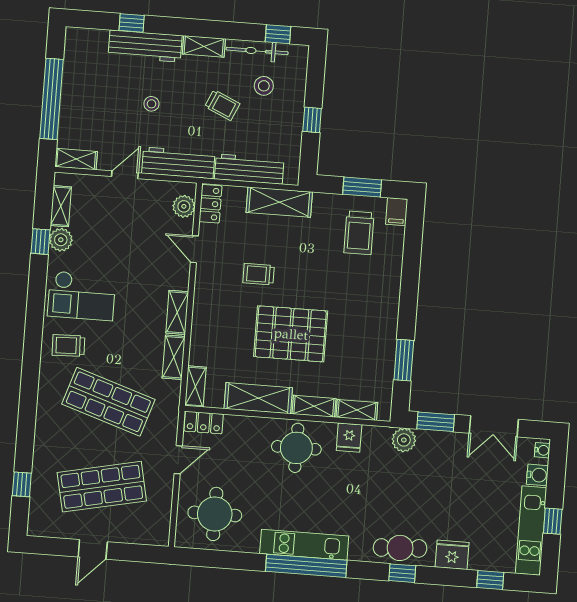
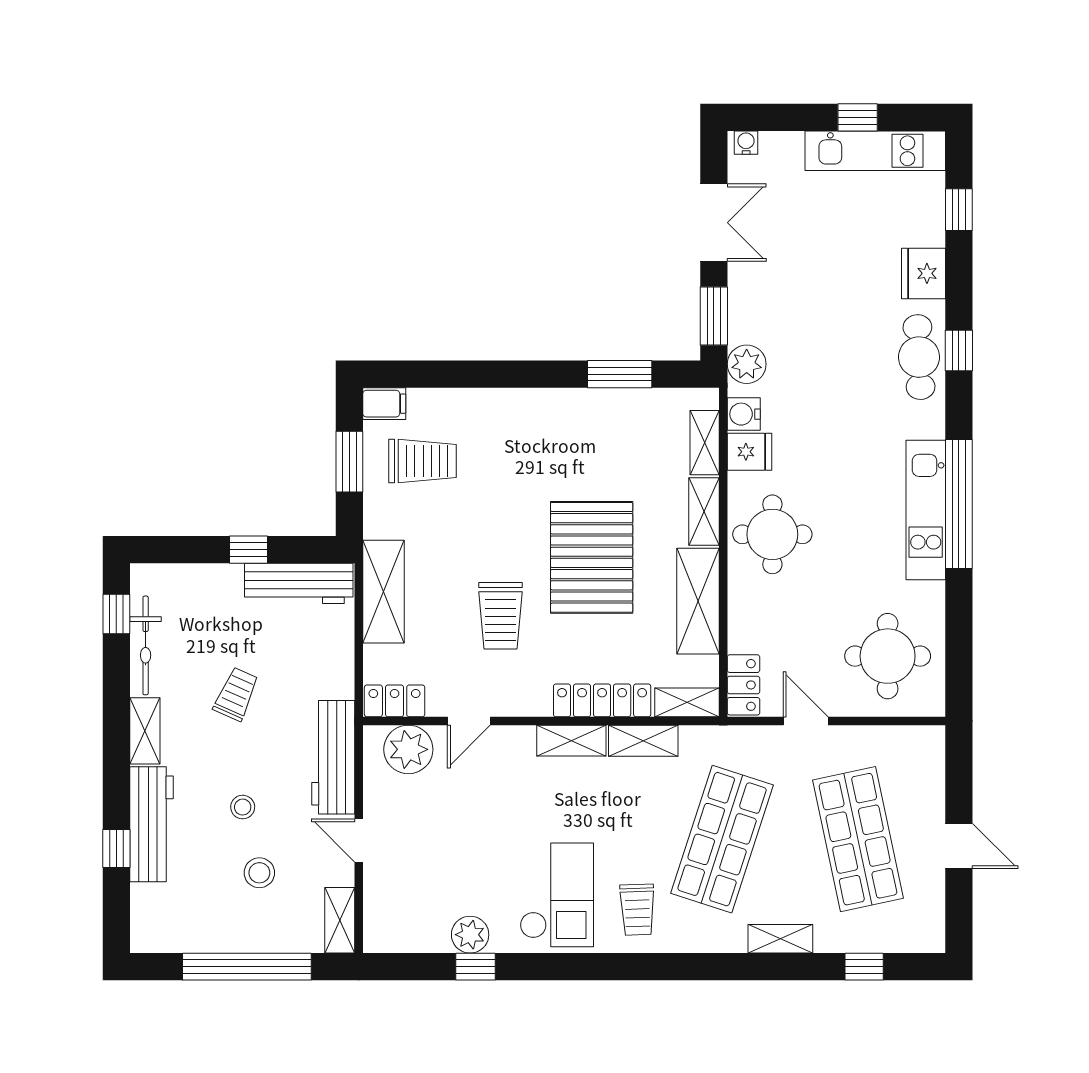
stool: (264, 86) -> (259, 873), moved
workbench: (249, 169) -> (299, 583), moved, turned -90
shelving: (61, 206) -> (780, 939), moved
plant: (184, 206) -> (408, 749), width x1.36, depth x1.36
trolley: (259, 274) -> (501, 616), width x1.36, depth x1.39
locker: (201, 333) -> (602, 700), added
water cooler: (537, 475) -> (744, 414), moved, turned -90

